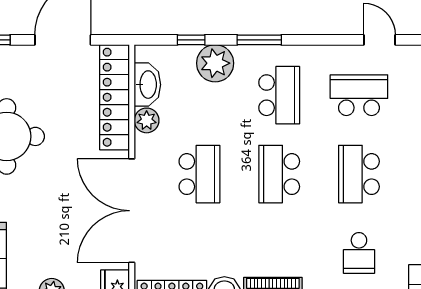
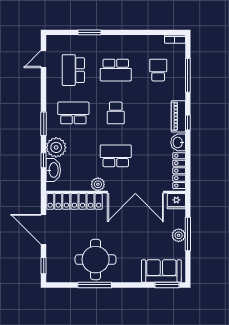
washbasin: (147, 85) -> (53, 170), moved, turned 90
plant: (147, 120) -> (98, 184), moved
school desk: (279, 174) -> (116, 113), width x0.54
school desk: (359, 253) -> (158, 70), turned -90

